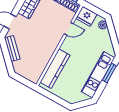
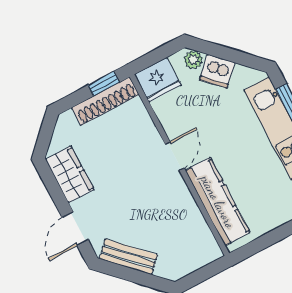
door: (69, 29) -> (175, 156), moved
dishwasher: (104, 37) -> (217, 71), added

